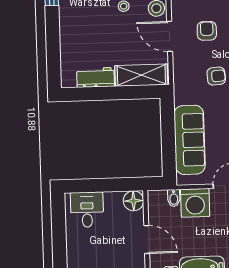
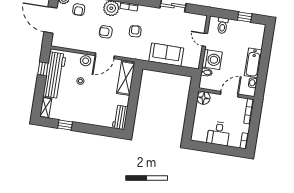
workbench: (95, 77) -> (120, 117), moved
sofa: (190, 140) -> (166, 55), width x0.73
desk: (87, 210) -> (219, 133), moved, turned -90

